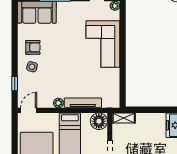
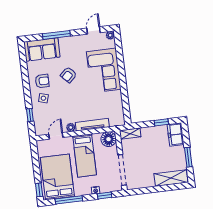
armchair: (63, 44) -> (68, 75), added
door: (29, 110) -> (56, 136), moved
window: (160, 110) -> (161, 122), added

